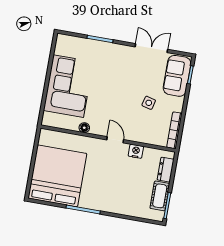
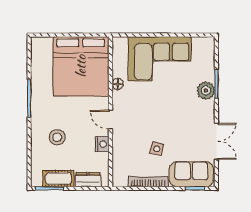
plant: (104, 49) -> (206, 90), added
bookcase: (174, 130) -> (148, 182), moved
door: (115, 140) -> (111, 120), swing flipped
bed: (57, 176) -> (81, 66), moved, turned 90
stool: (123, 190) -> (57, 137), added

